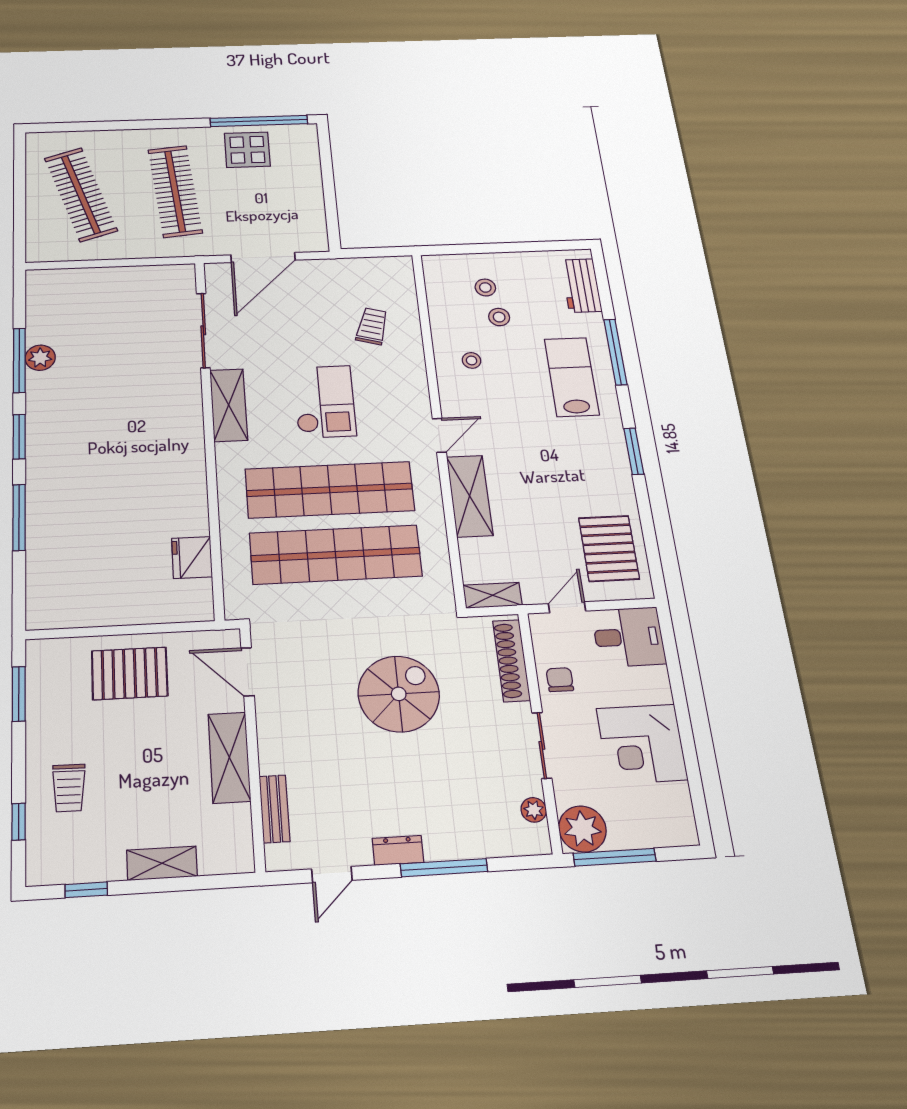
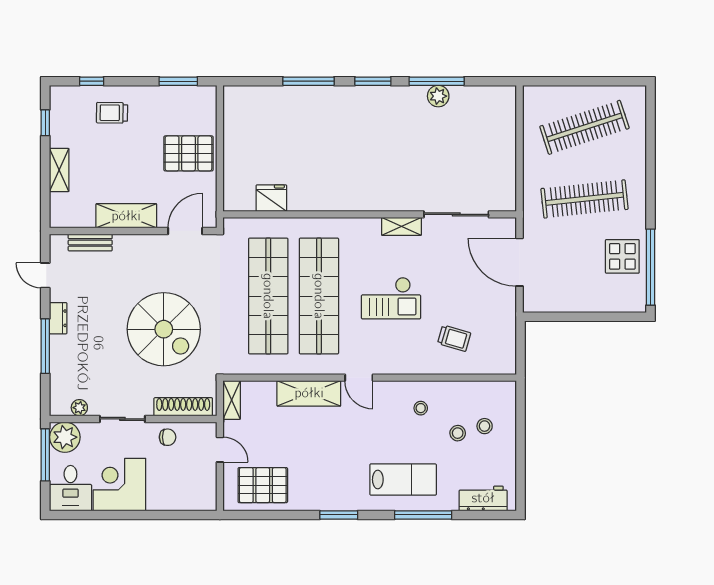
shelving: (229, 405) -> (401, 226), width x0.67, depth x0.75
desk: (629, 637) -> (70, 488), moved
pallet: (130, 673) -> (188, 153), turned 90
spiral stairs: (399, 694) -> (164, 329), width x1.37, depth x1.37

